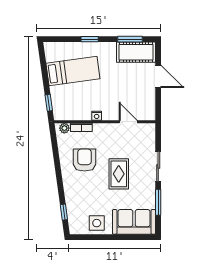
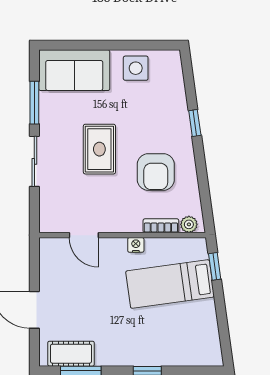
cot: (136, 52) -> (71, 354), width x0.73, depth x0.75
bed: (73, 71) -> (170, 284), moved
window: (64, 212) -> (195, 123), moved

